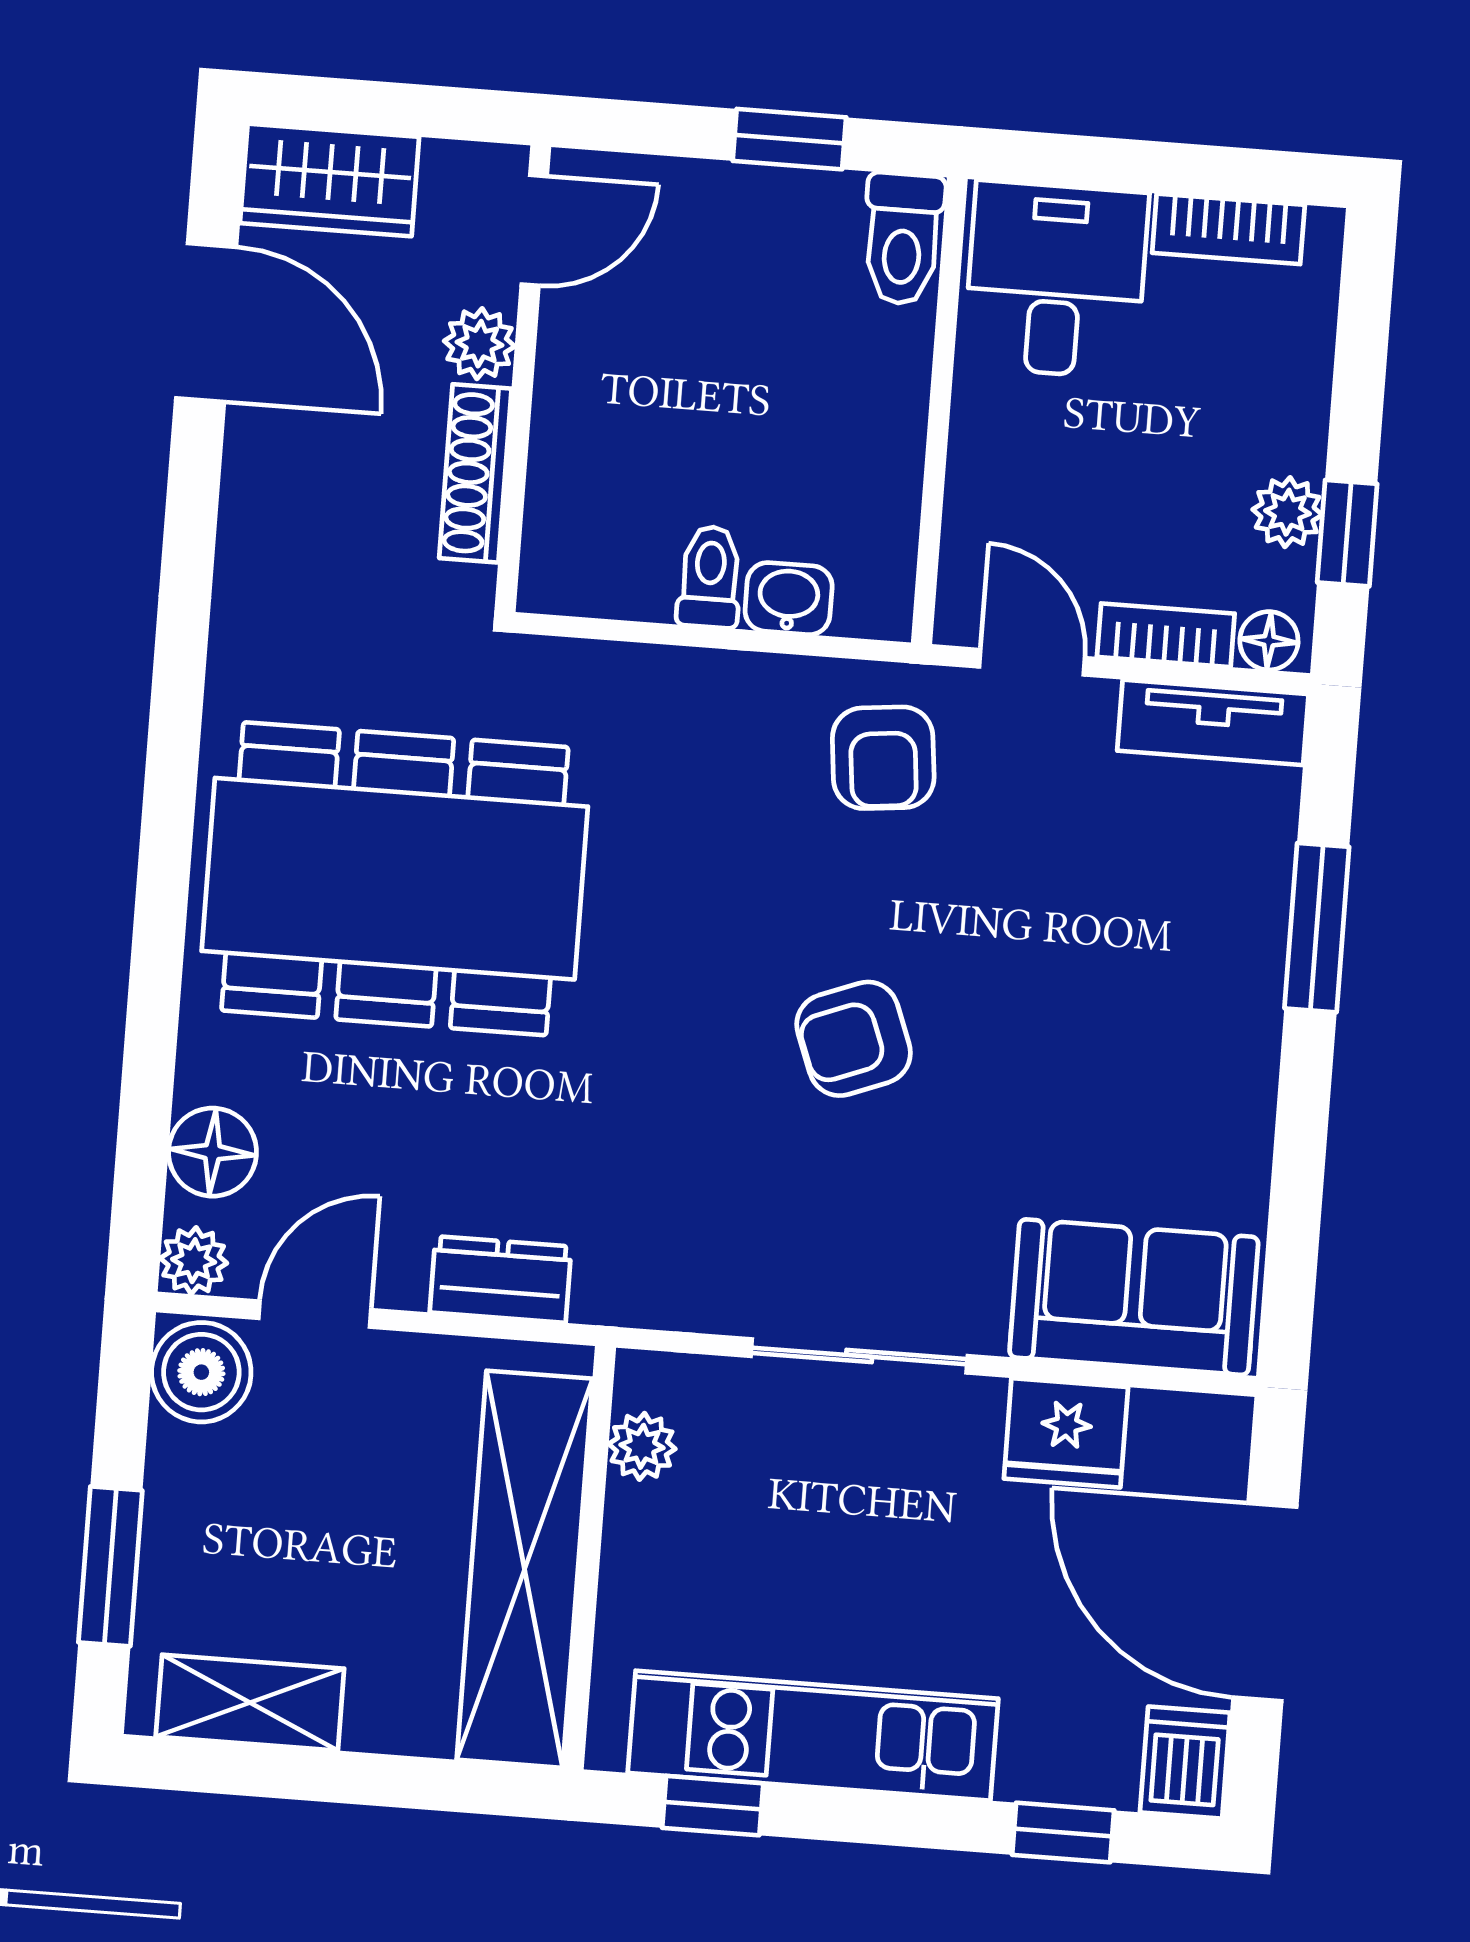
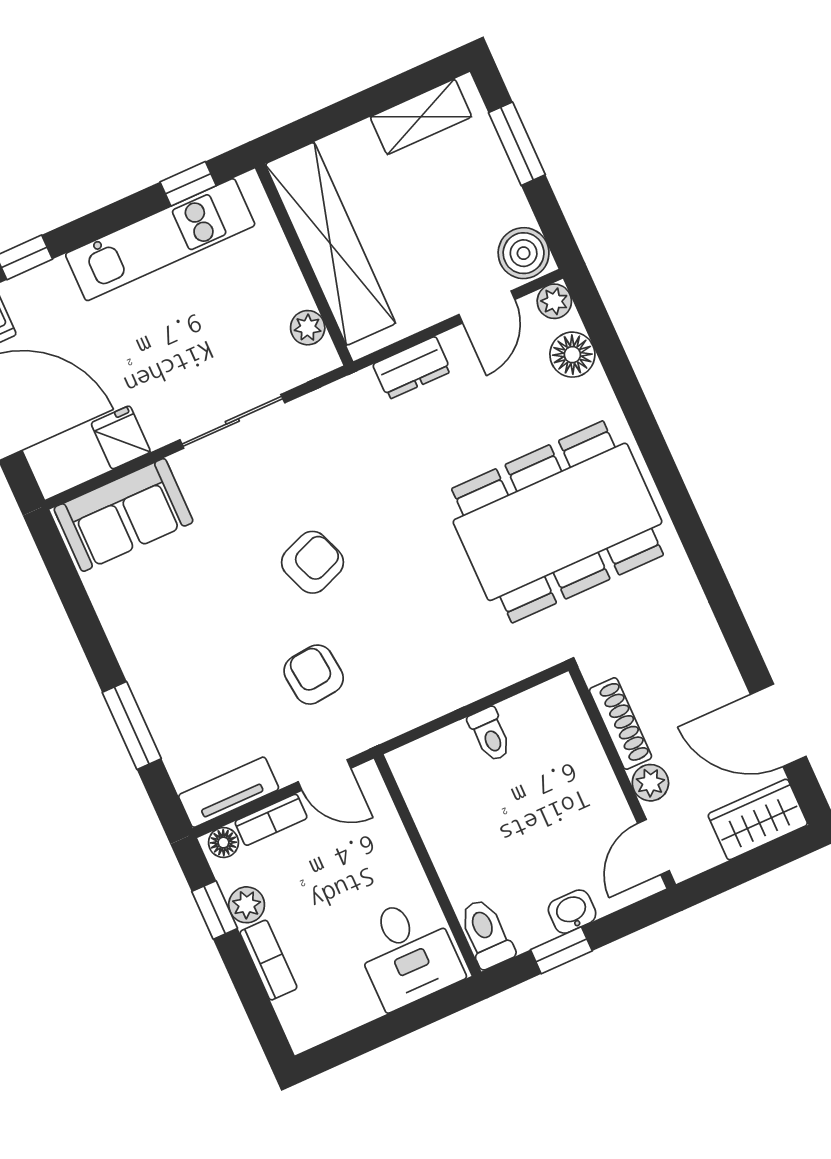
bookcase: (1228, 229) -> (268, 960), moved, turned 90
washbasin: (789, 599) -> (572, 912), moved, turned 180
armchair: (883, 758) -> (314, 675), moved
fridge: (1066, 1433) -> (121, 437), width x0.72

